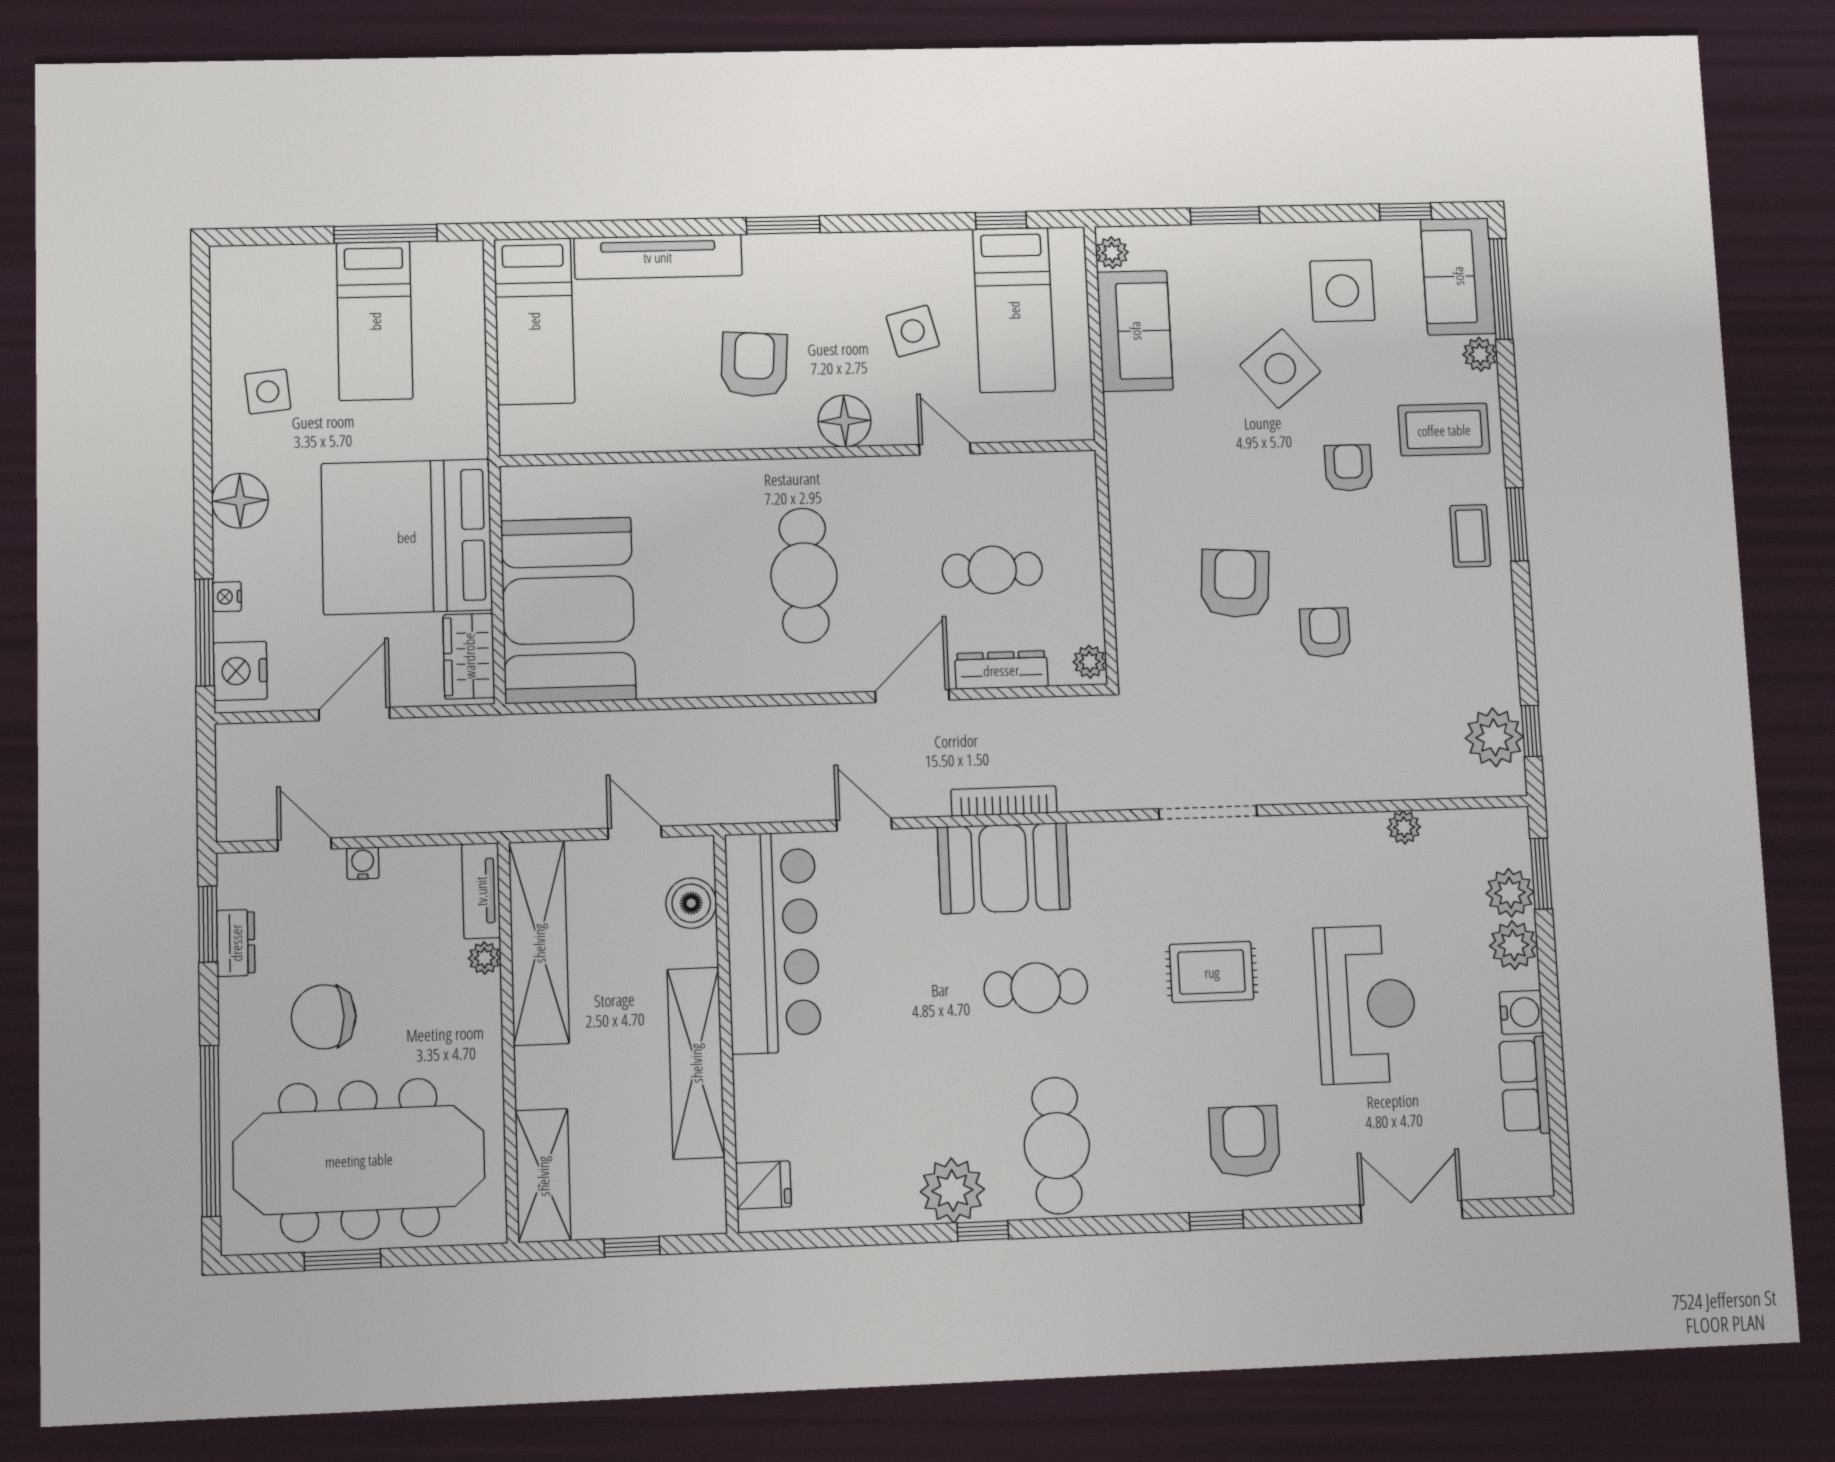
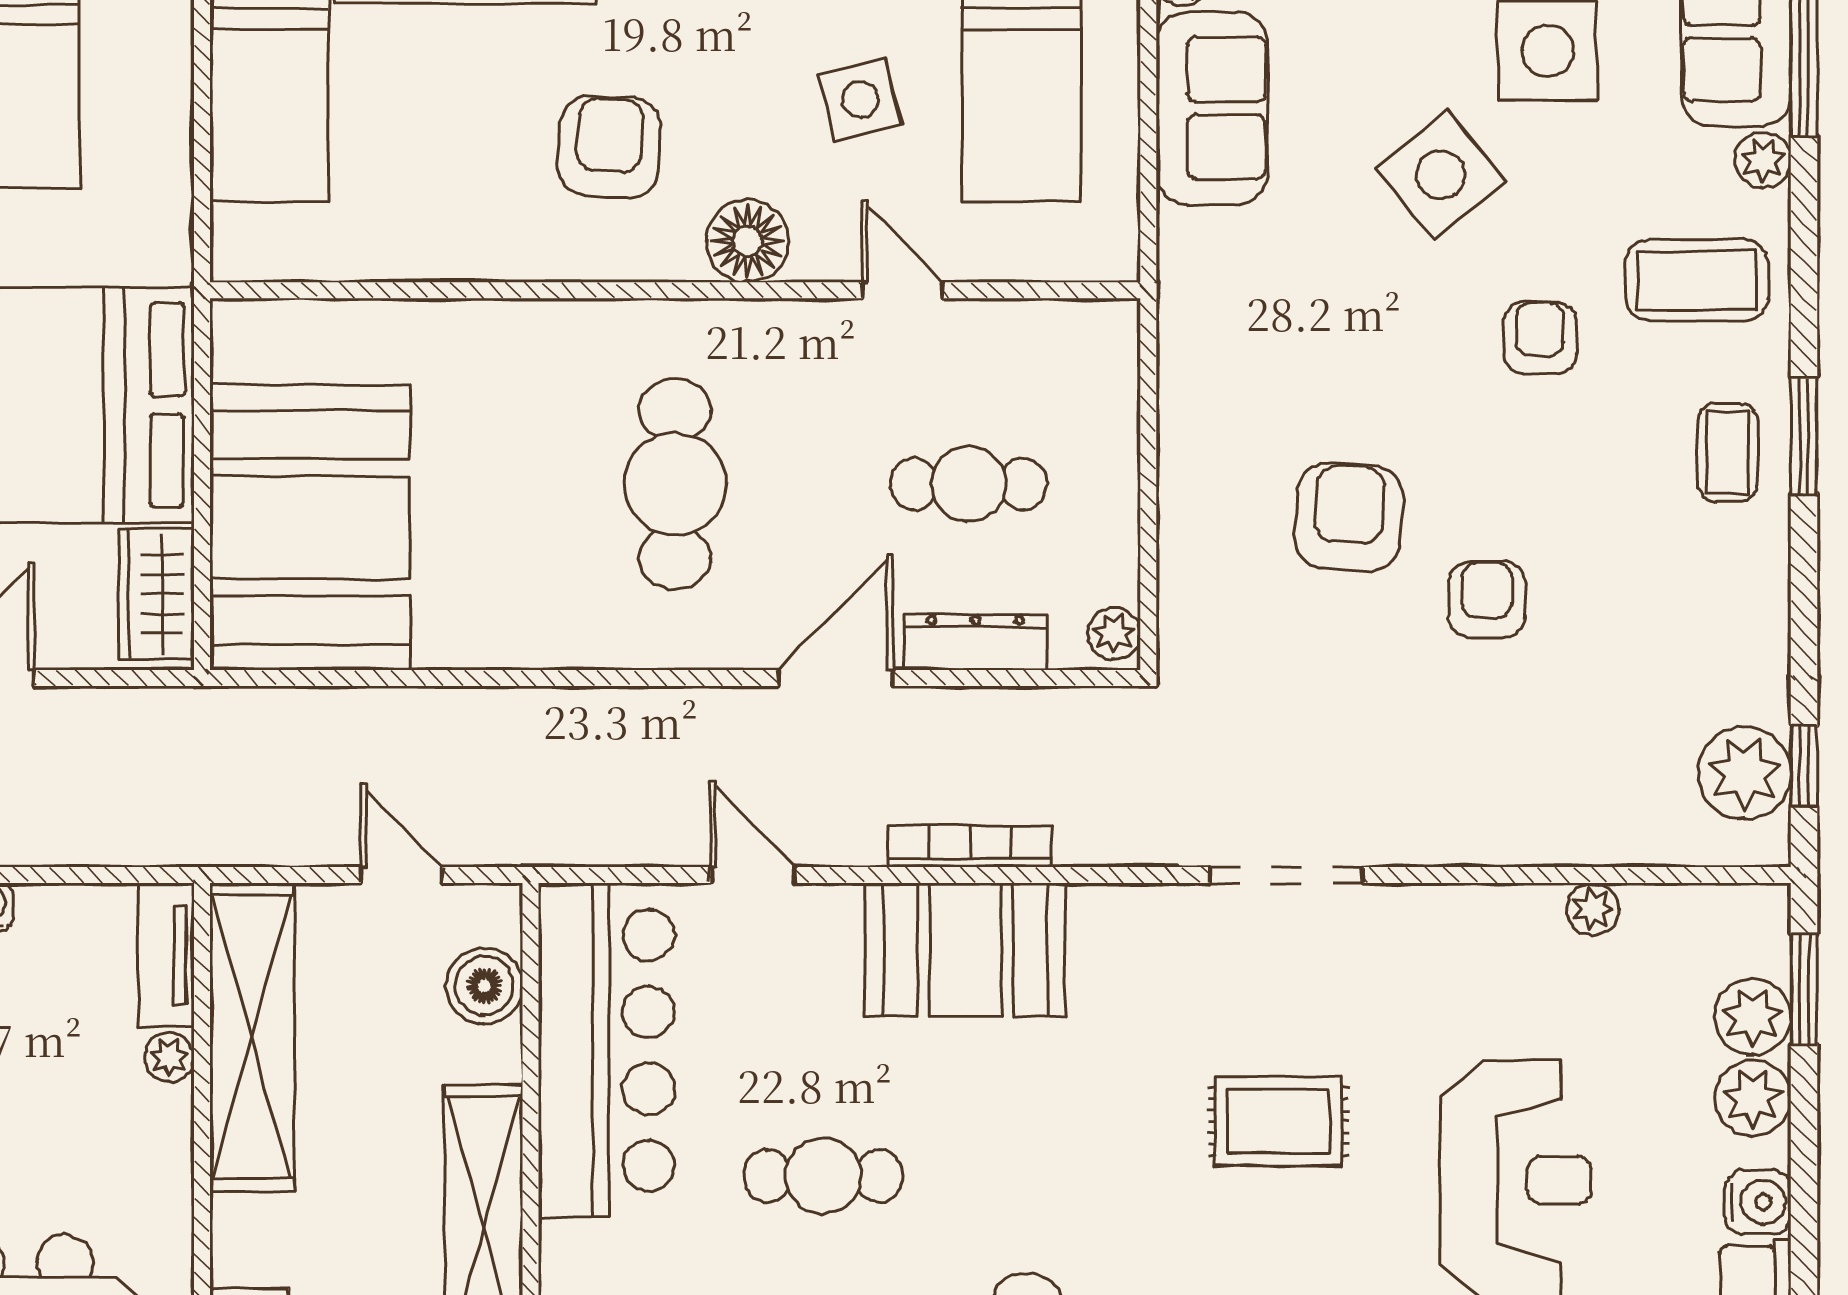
cafe table: (1036, 988) -> (823, 1176), moved

